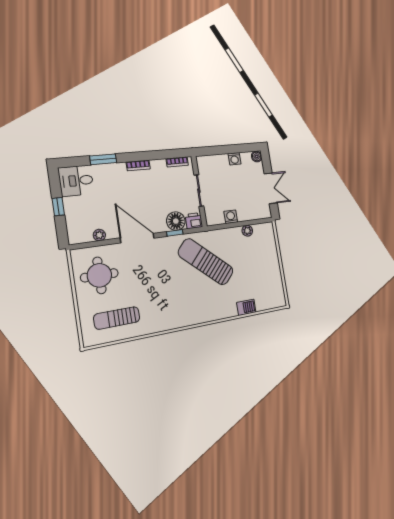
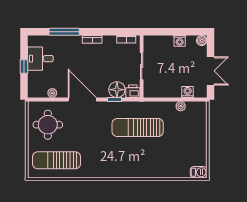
window: (103, 159) -> (64, 32), width x1.44
desk: (76, 181) -> (40, 59), moved
washing machine: (231, 217) -> (188, 92), moved
sun lounger: (206, 262) -> (138, 128), turned -42
barbecue: (246, 307) -> (199, 172), moved
sun lounger: (117, 318) -> (56, 160), width x1.36, depth x1.34

